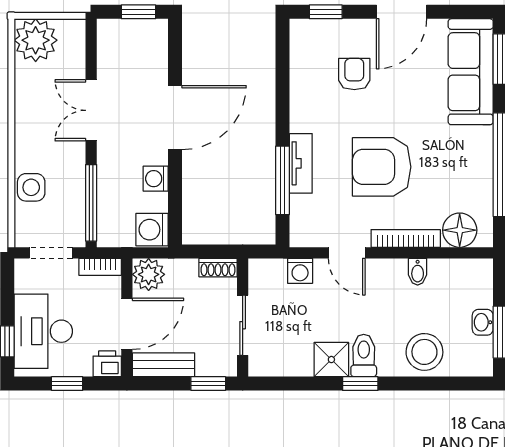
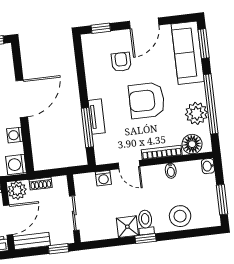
armchair: (382, 167) -> (147, 100), moved
plant: (474, 178) -> (196, 113), added
shoe rack: (218, 268) -> (41, 184), moved
washbasin: (483, 322) -> (208, 166), moved

